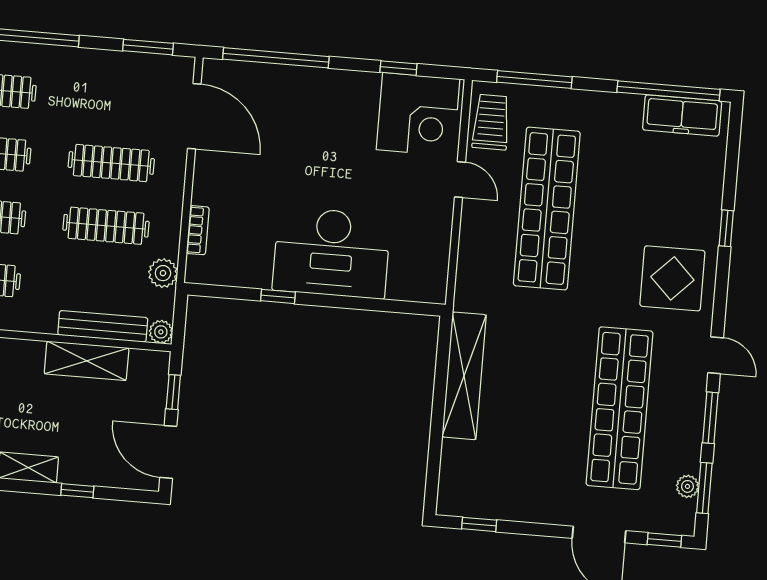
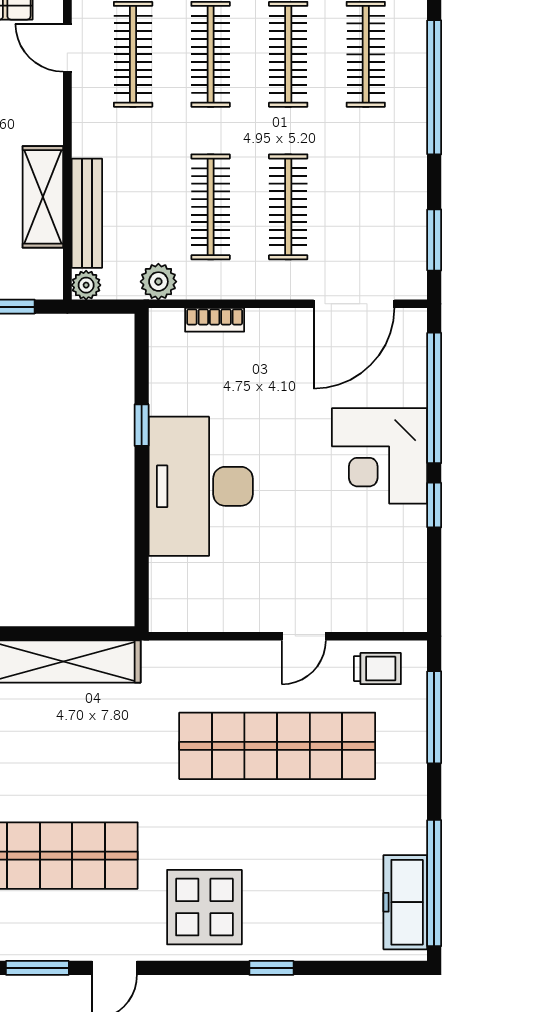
window: (398, 68) -> (434, 505), moved
corner desk: (418, 114) -> (379, 456), moved
trolley: (491, 122) -> (377, 669), width x0.73, depth x0.72

